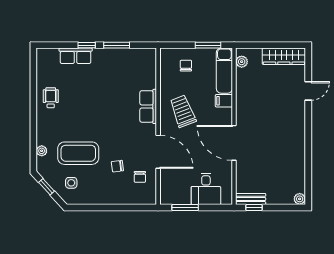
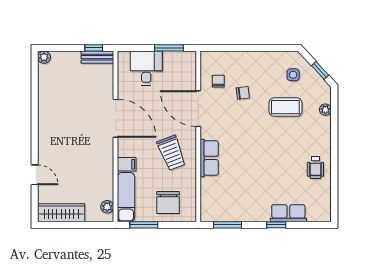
window: (117, 45) -> (228, 225), moved
chair: (186, 66) -> (168, 203), width x1.87, depth x1.87
door: (308, 91) -> (35, 175), swing flipped
coffee table: (78, 153) -> (285, 107), width x0.73, depth x0.76

